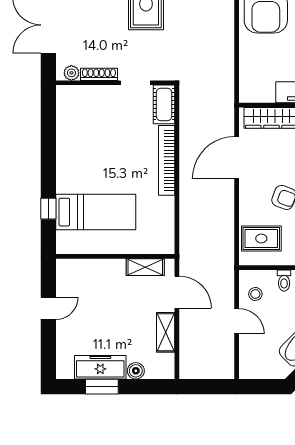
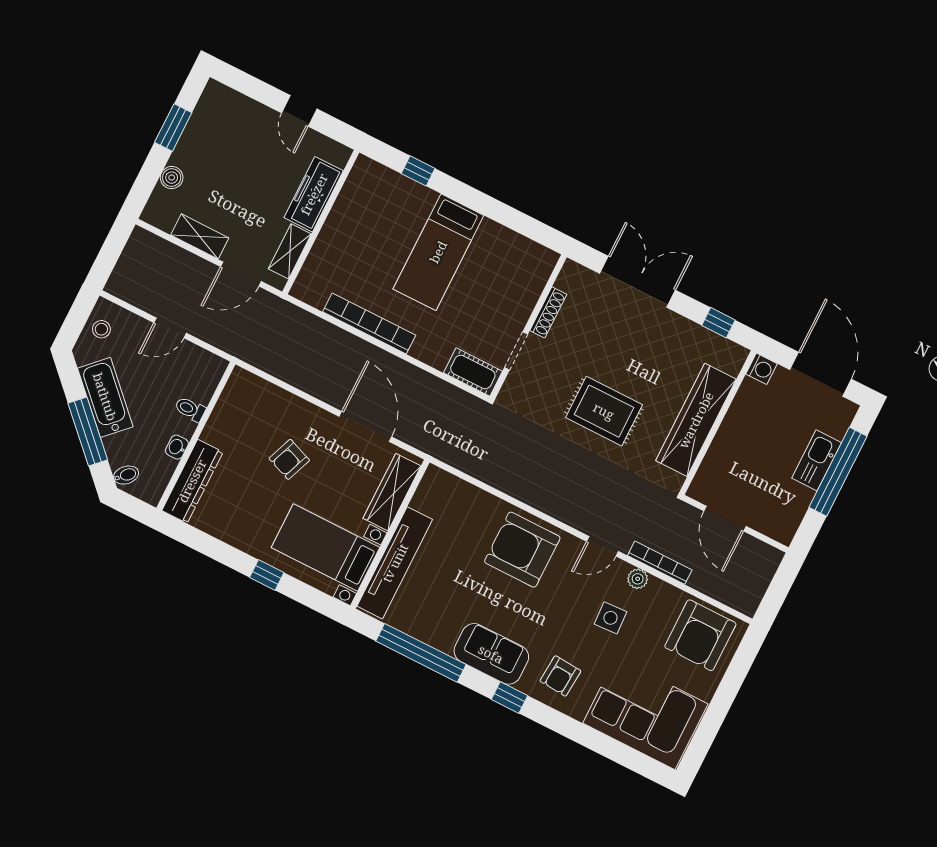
plant: (71, 73) -> (566, 280), removed
bookcase: (167, 160) -> (369, 324), moved
bed: (96, 212) -> (438, 252), moved
rug: (261, 239) -> (254, 407), removed
stool: (255, 294) -> (101, 329), moved
freezer: (100, 367) -> (314, 194), moved, turned 180

